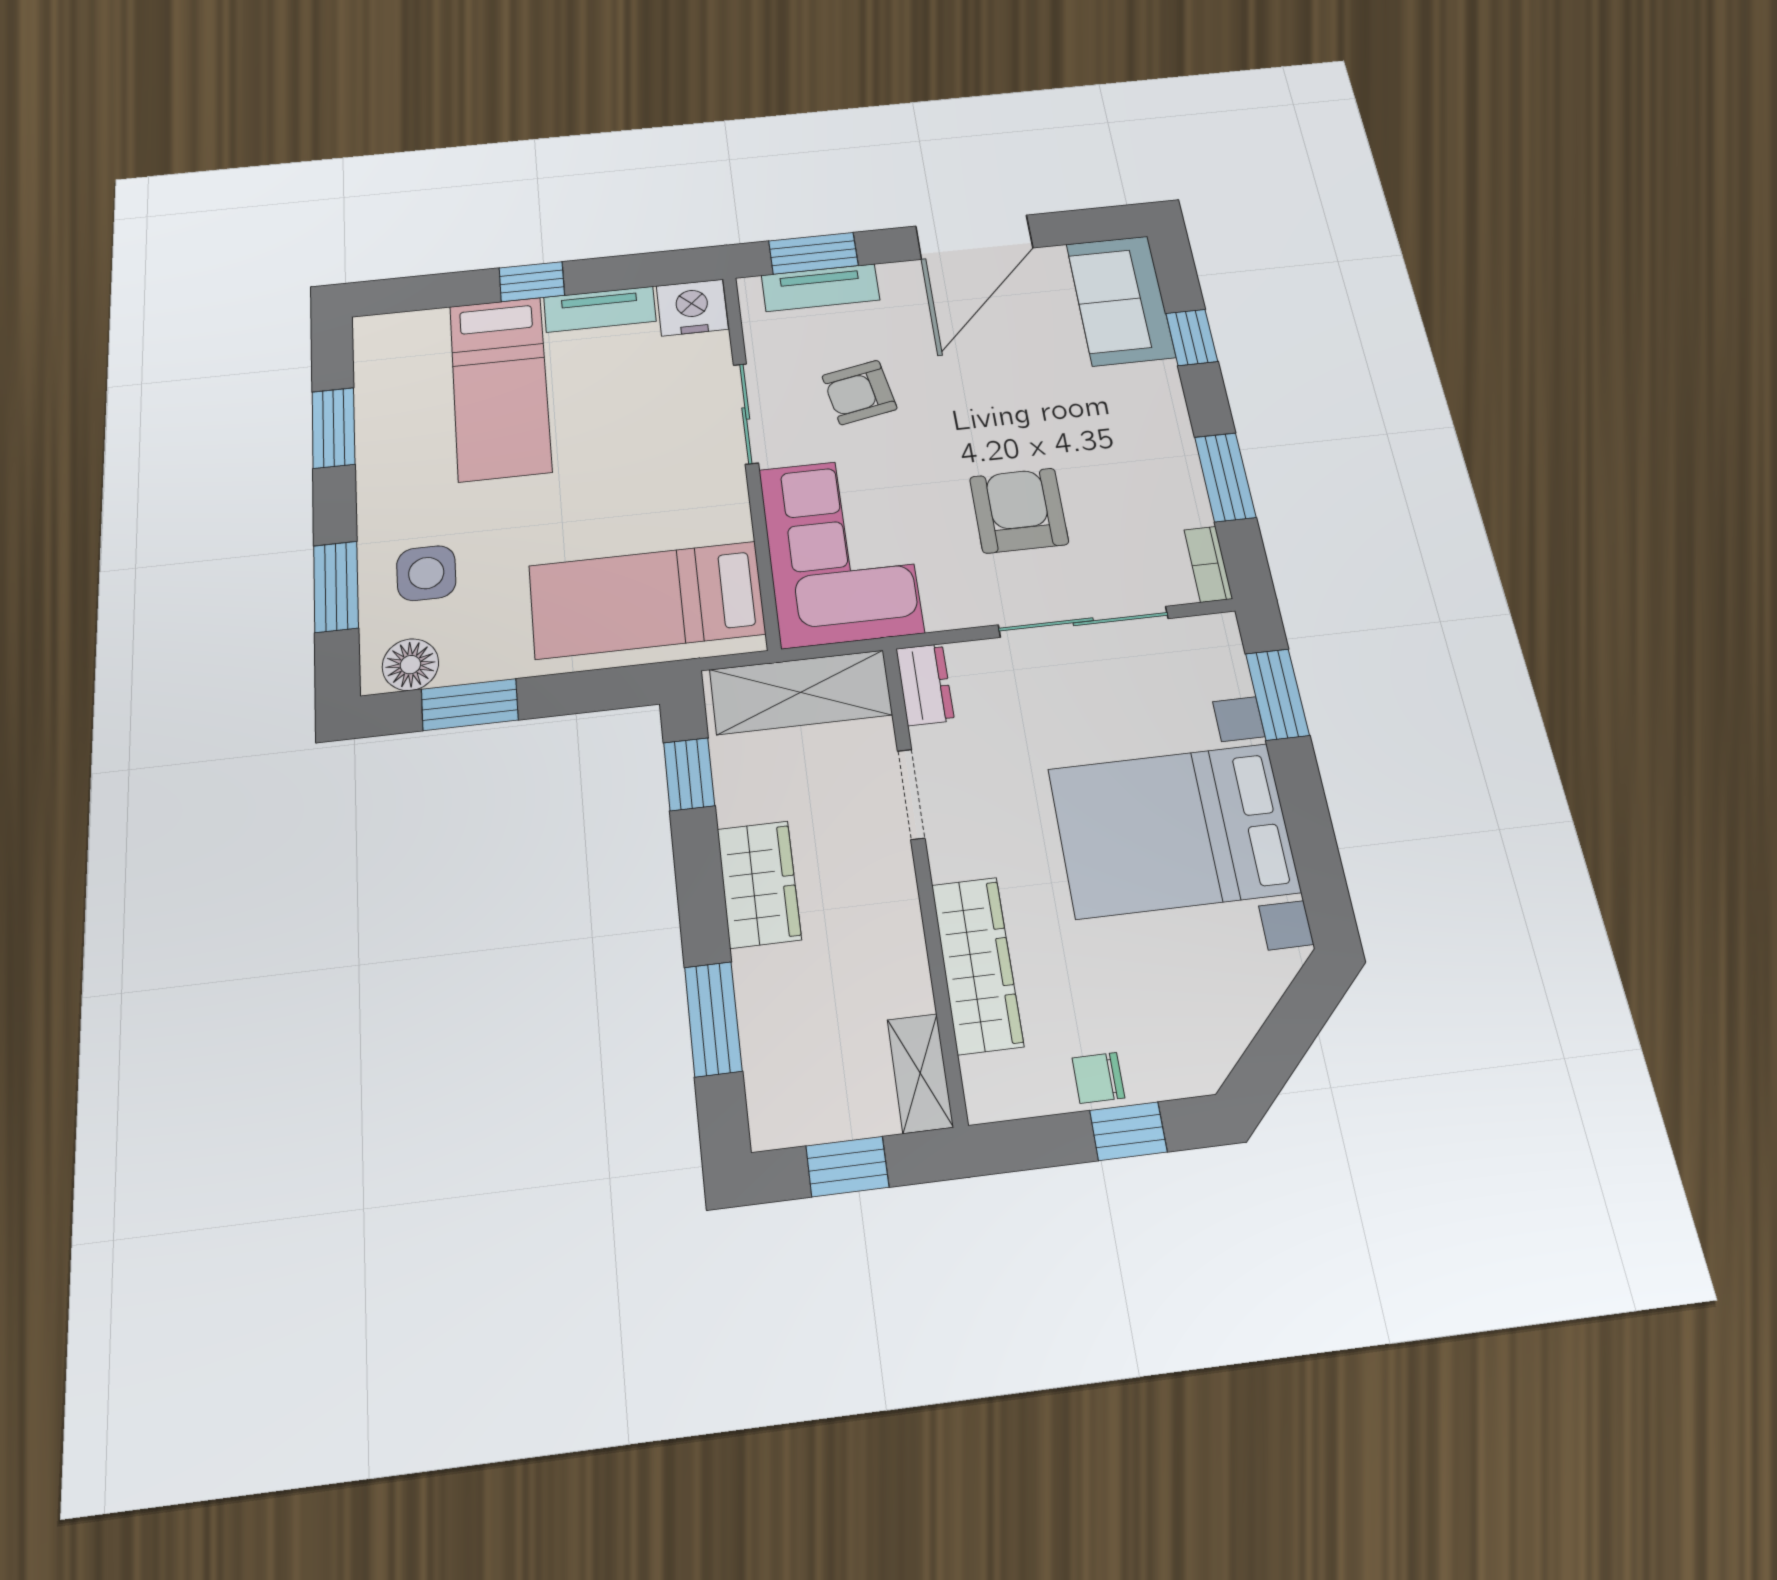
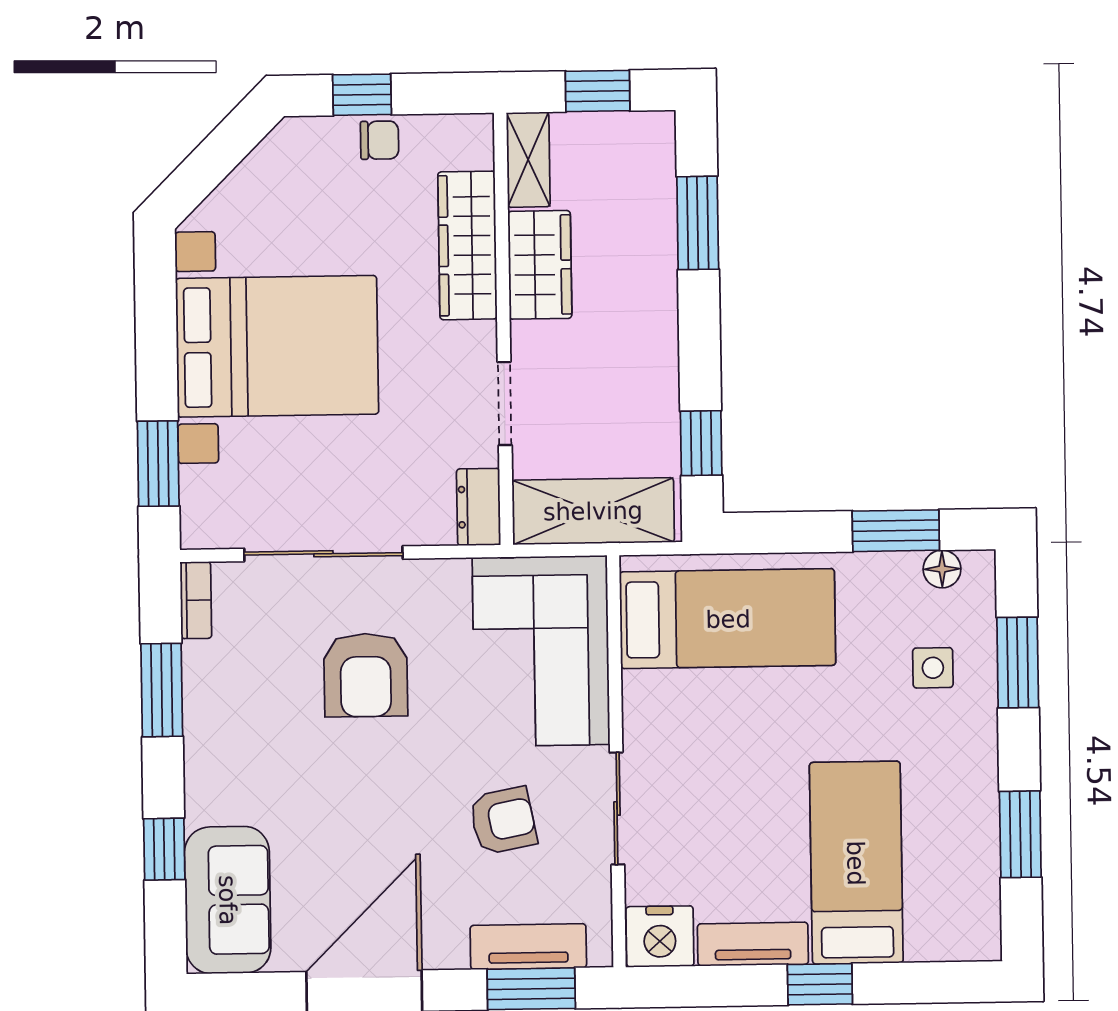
side table: (426, 573) -> (933, 668), width x0.73, depth x0.73
floor lamp: (410, 665) -> (942, 569), width x0.73, depth x0.73
wardrobe: (759, 884) -> (540, 265), moved, turned 180

